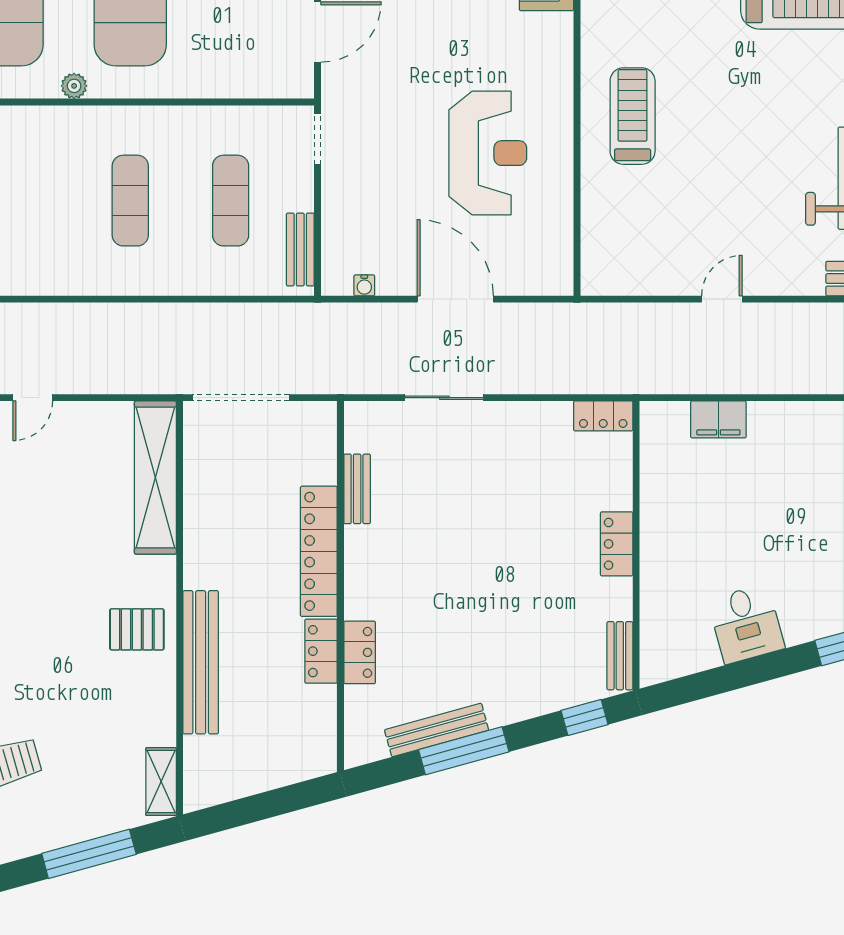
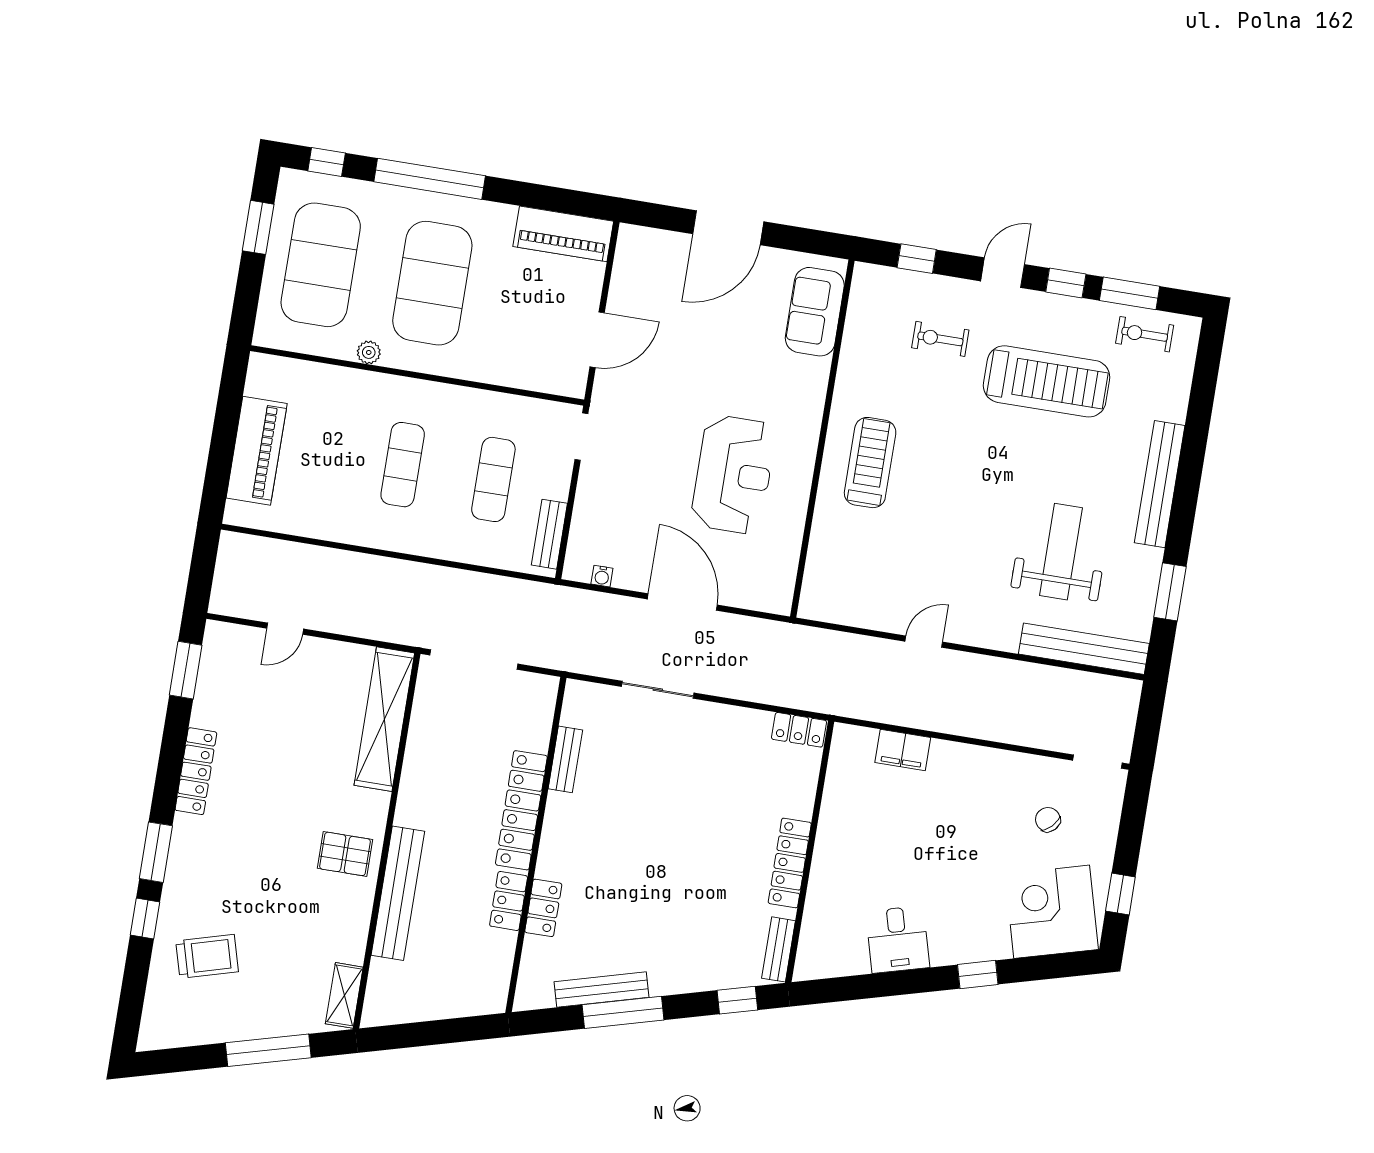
locker: (617, 544) -> (790, 863), width x1.53

